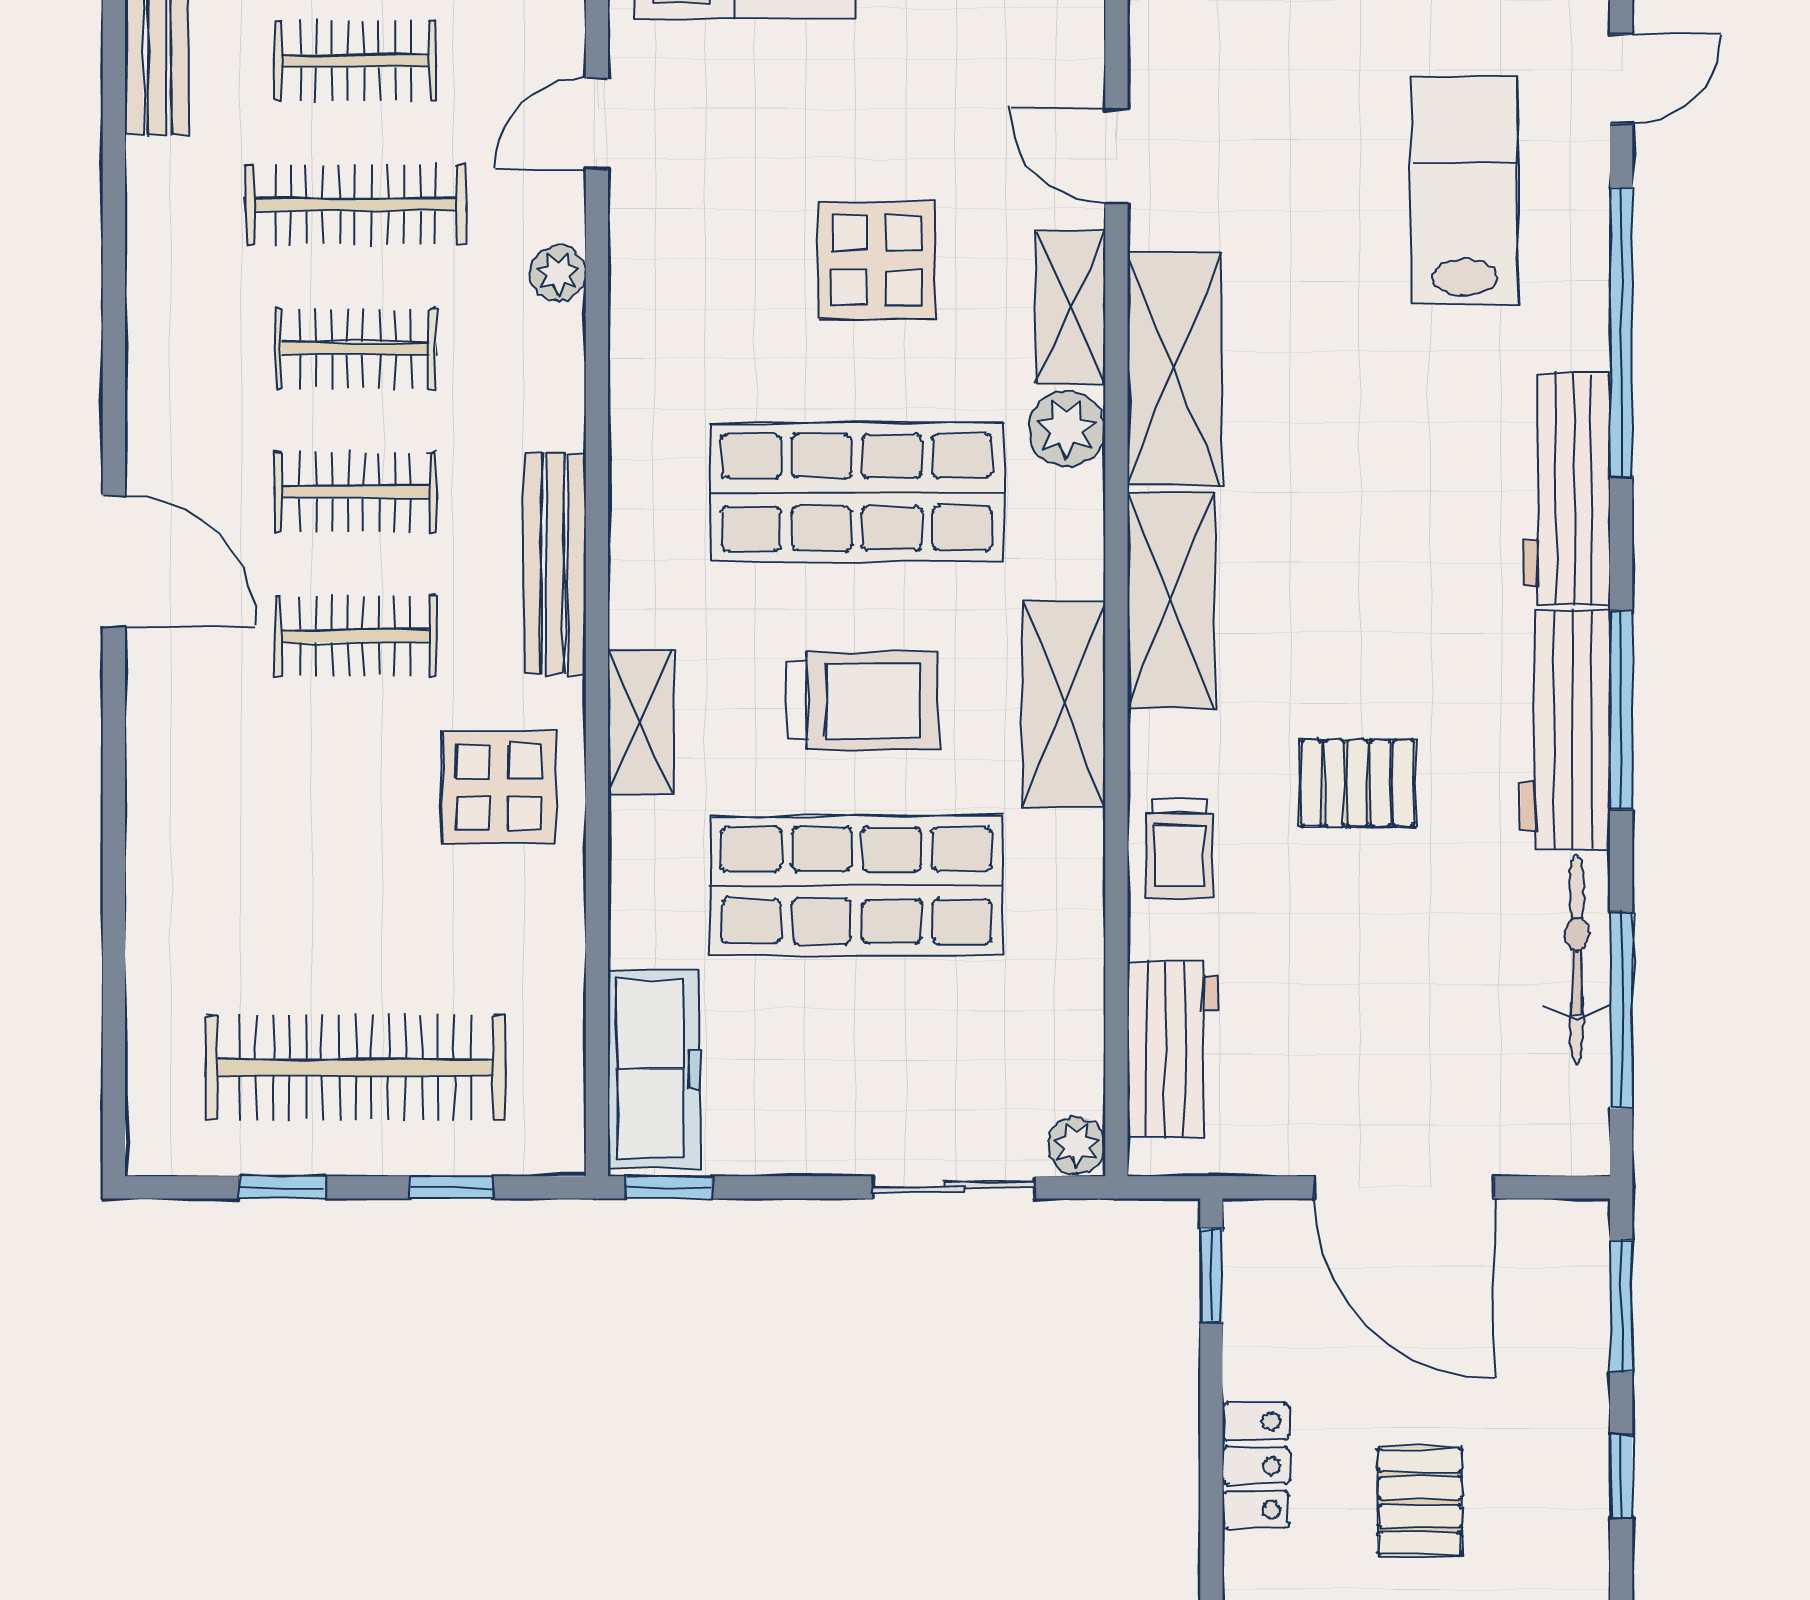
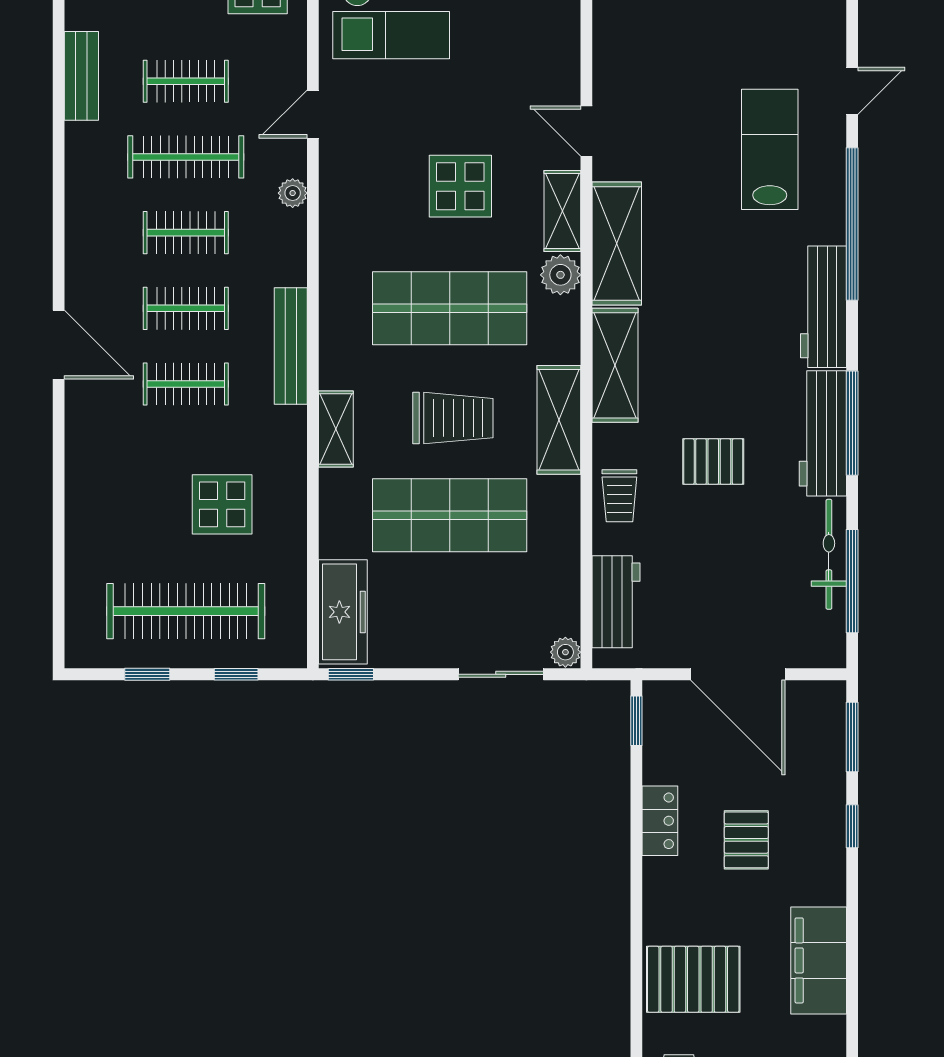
display table: (499, 787) -> (222, 504), moved

